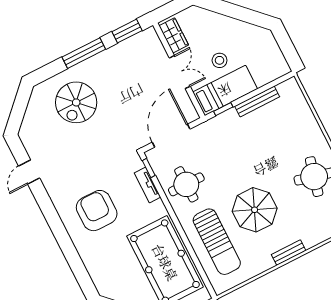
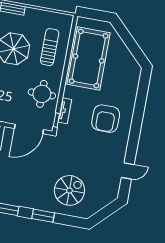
window: (84, 53) -> (43, 216), width x0.69
sun lounger: (217, 242) -> (50, 47), width x0.73, depth x0.75

